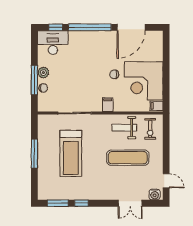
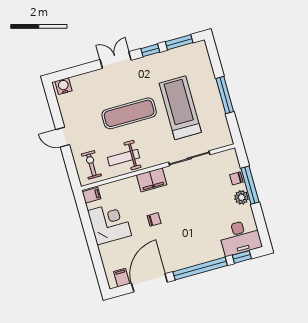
filing cabinet: (151, 37) -> (122, 278), added
corner desk: (144, 81) -> (110, 223), width x0.74, depth x0.74
filing cabinet: (108, 105) -> (152, 180), width x2.00
weight bench: (124, 128) -> (124, 158), turned 180
exercise mat: (128, 158) -> (129, 113), moved
door: (166, 181) -> (63, 137), moved
double door: (130, 203) -> (116, 60), moved

